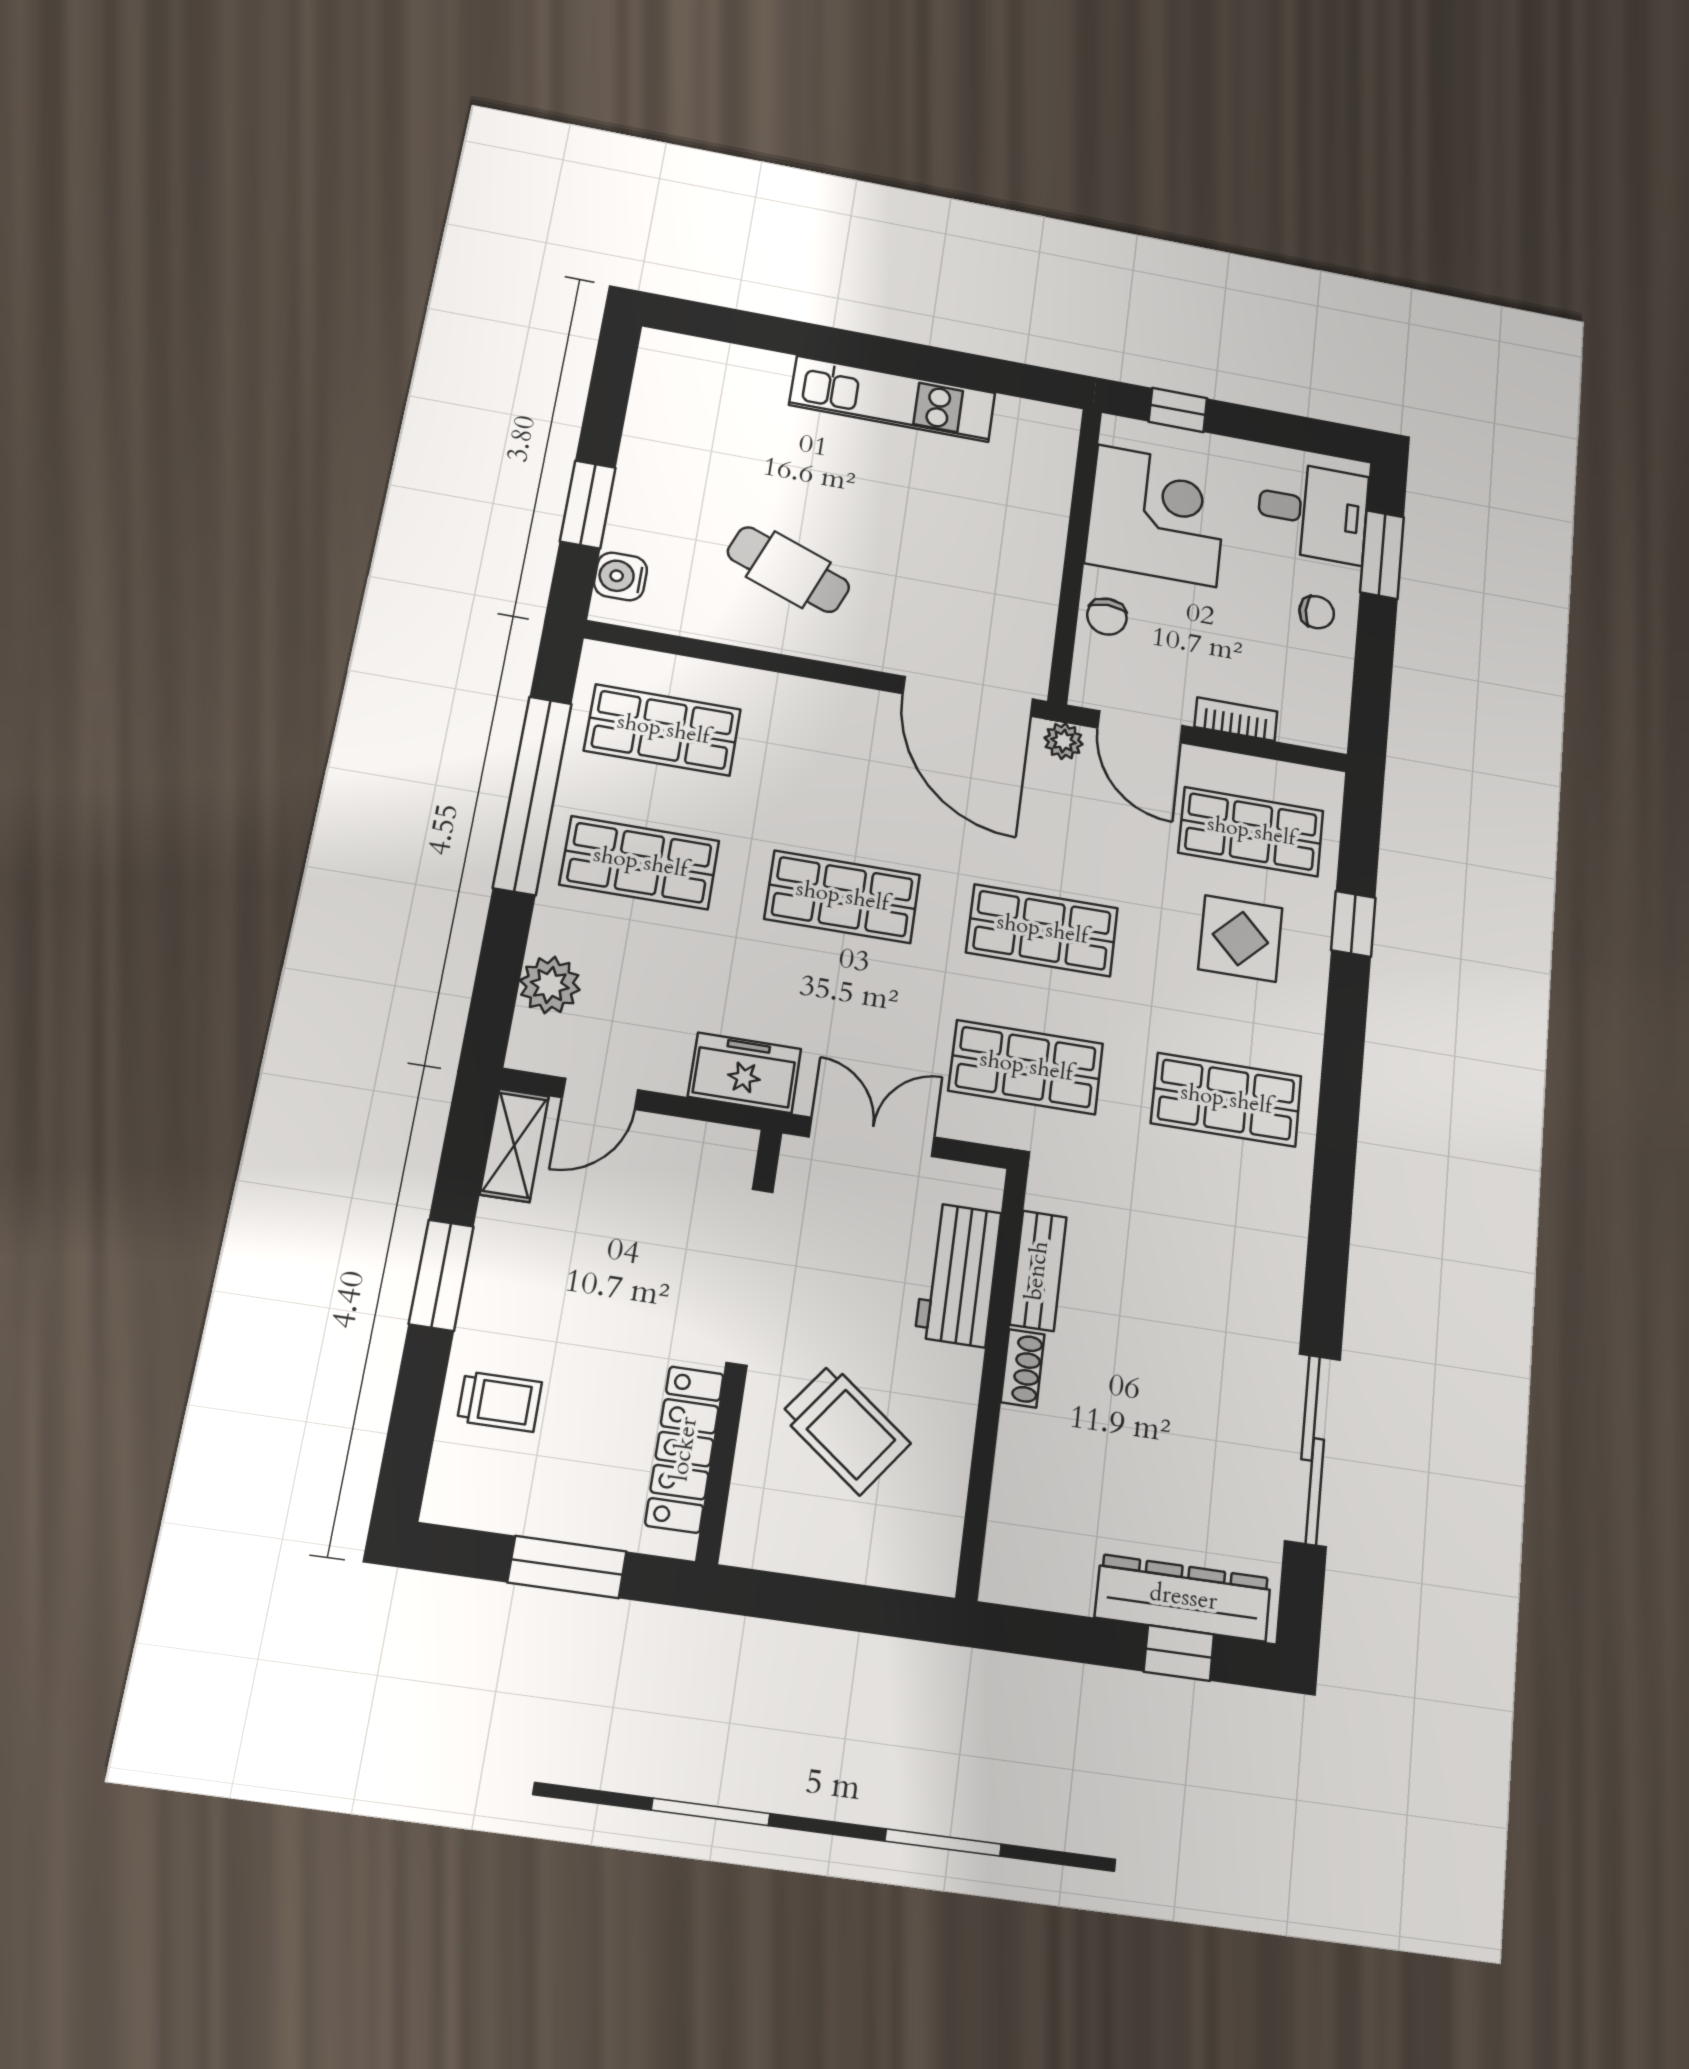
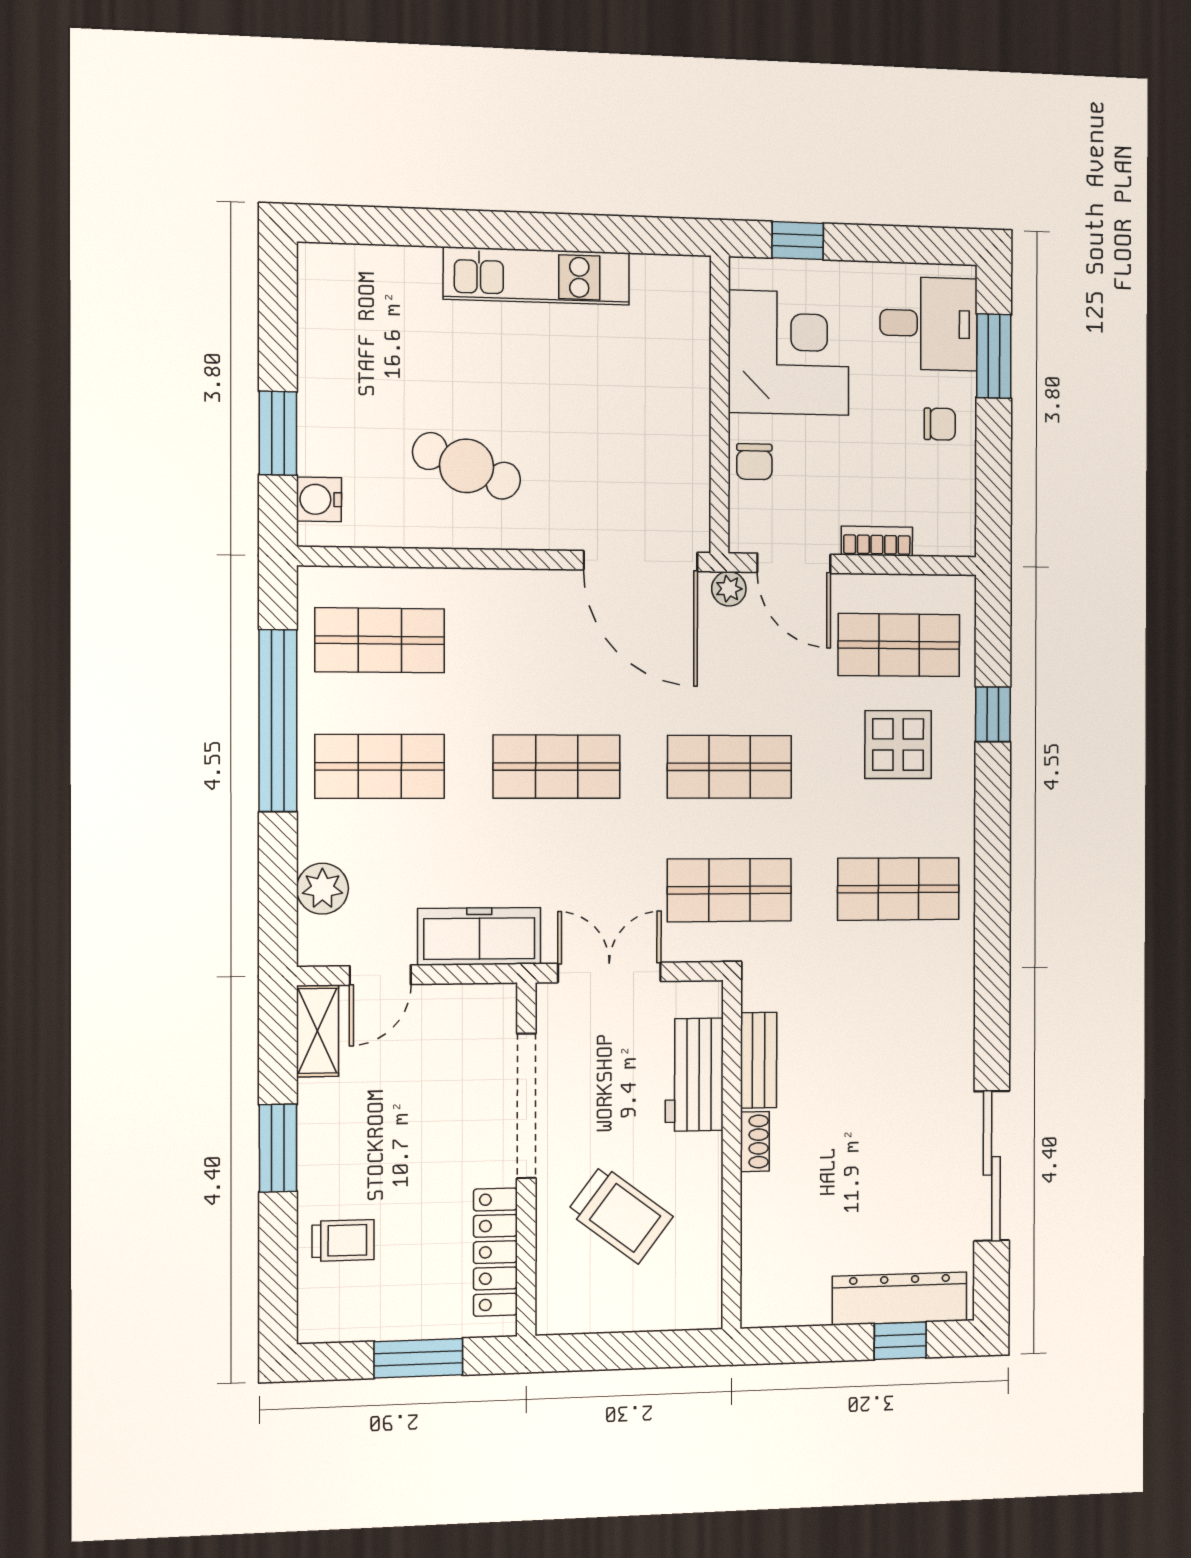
freezer: (745, 1073) -> (479, 936), width x1.40

